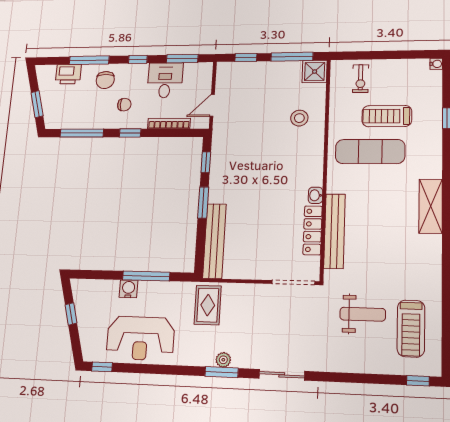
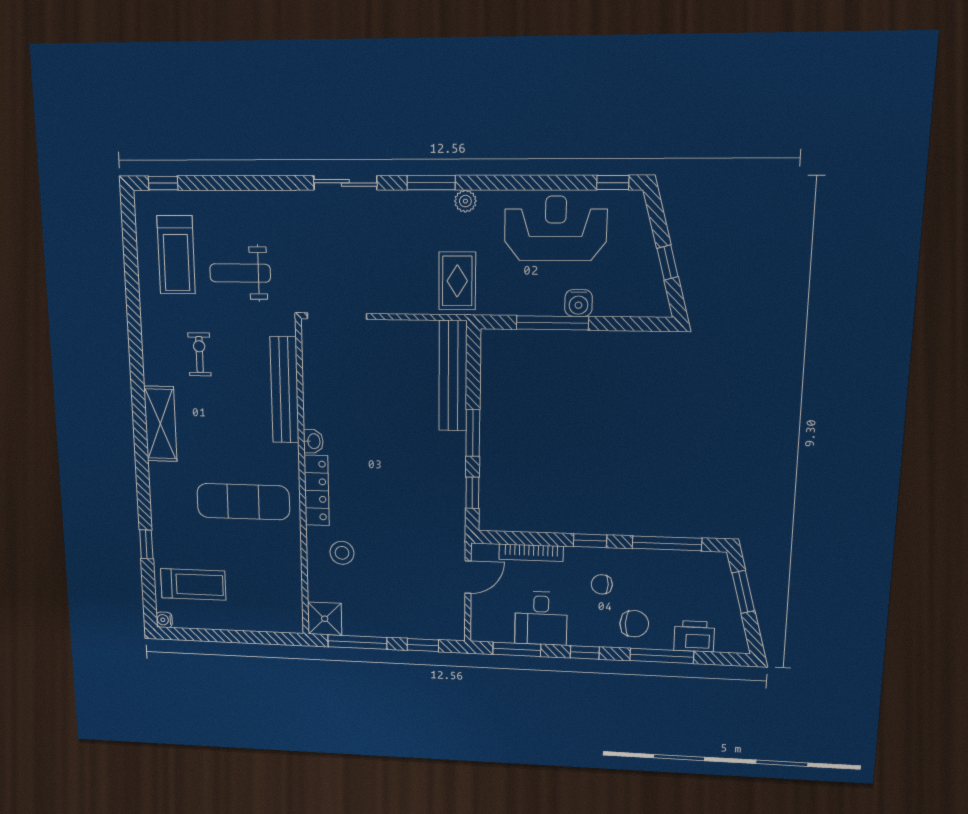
exercise bike: (361, 79) -> (199, 354), moved
chair: (105, 80) -> (634, 624), turned 90
treadmill: (387, 116) -> (193, 584), moved
locker: (313, 230) -> (317, 490), moved
treadmill: (411, 328) -> (176, 255), turned 180
plant: (223, 360) -> (465, 201), moved

